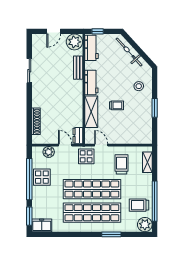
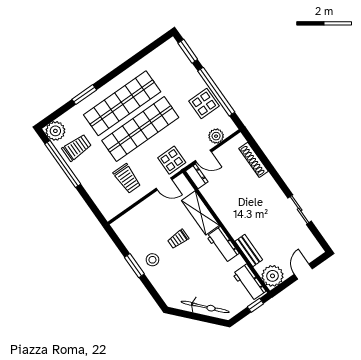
stool: (139, 86) -> (152, 260), moved
shelving: (147, 162) -> (100, 201), removed
freezer: (42, 225) -> (167, 51), removed

